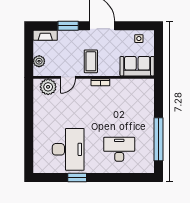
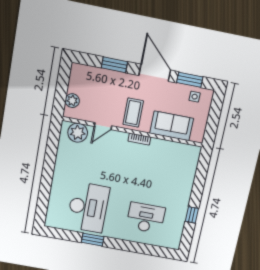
window: (132, 26) -> (190, 80), added
fireplace: (45, 35) -> (85, 71), removed
sofa: (137, 66) -> (172, 126), moved
window: (159, 139) -> (192, 215), width x0.32

